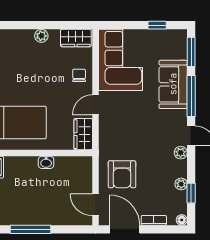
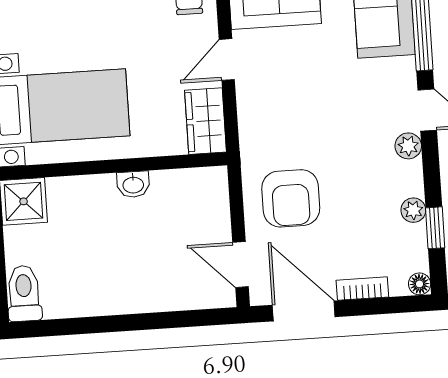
window: (31, 229) -> (110, 324), removed

